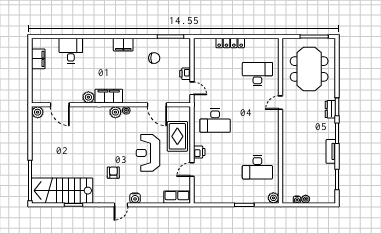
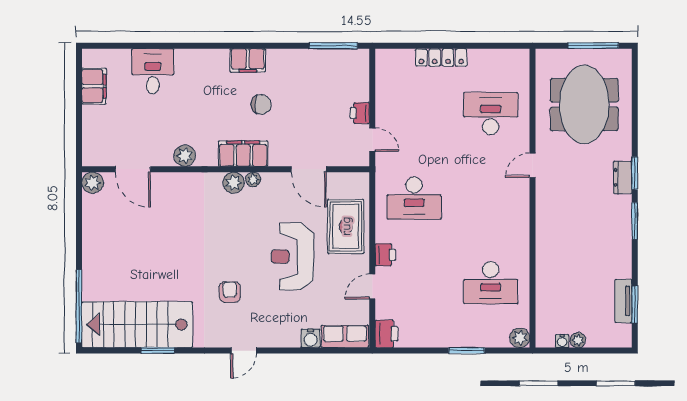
chair: (154, 58) -> (261, 105), moved
filing cabinet: (109, 96) -> (243, 154), moved
tv unit: (331, 151) -> (623, 301), moved
printer: (200, 196) -> (387, 334), added
water cooler: (135, 198) -> (310, 338), moved

